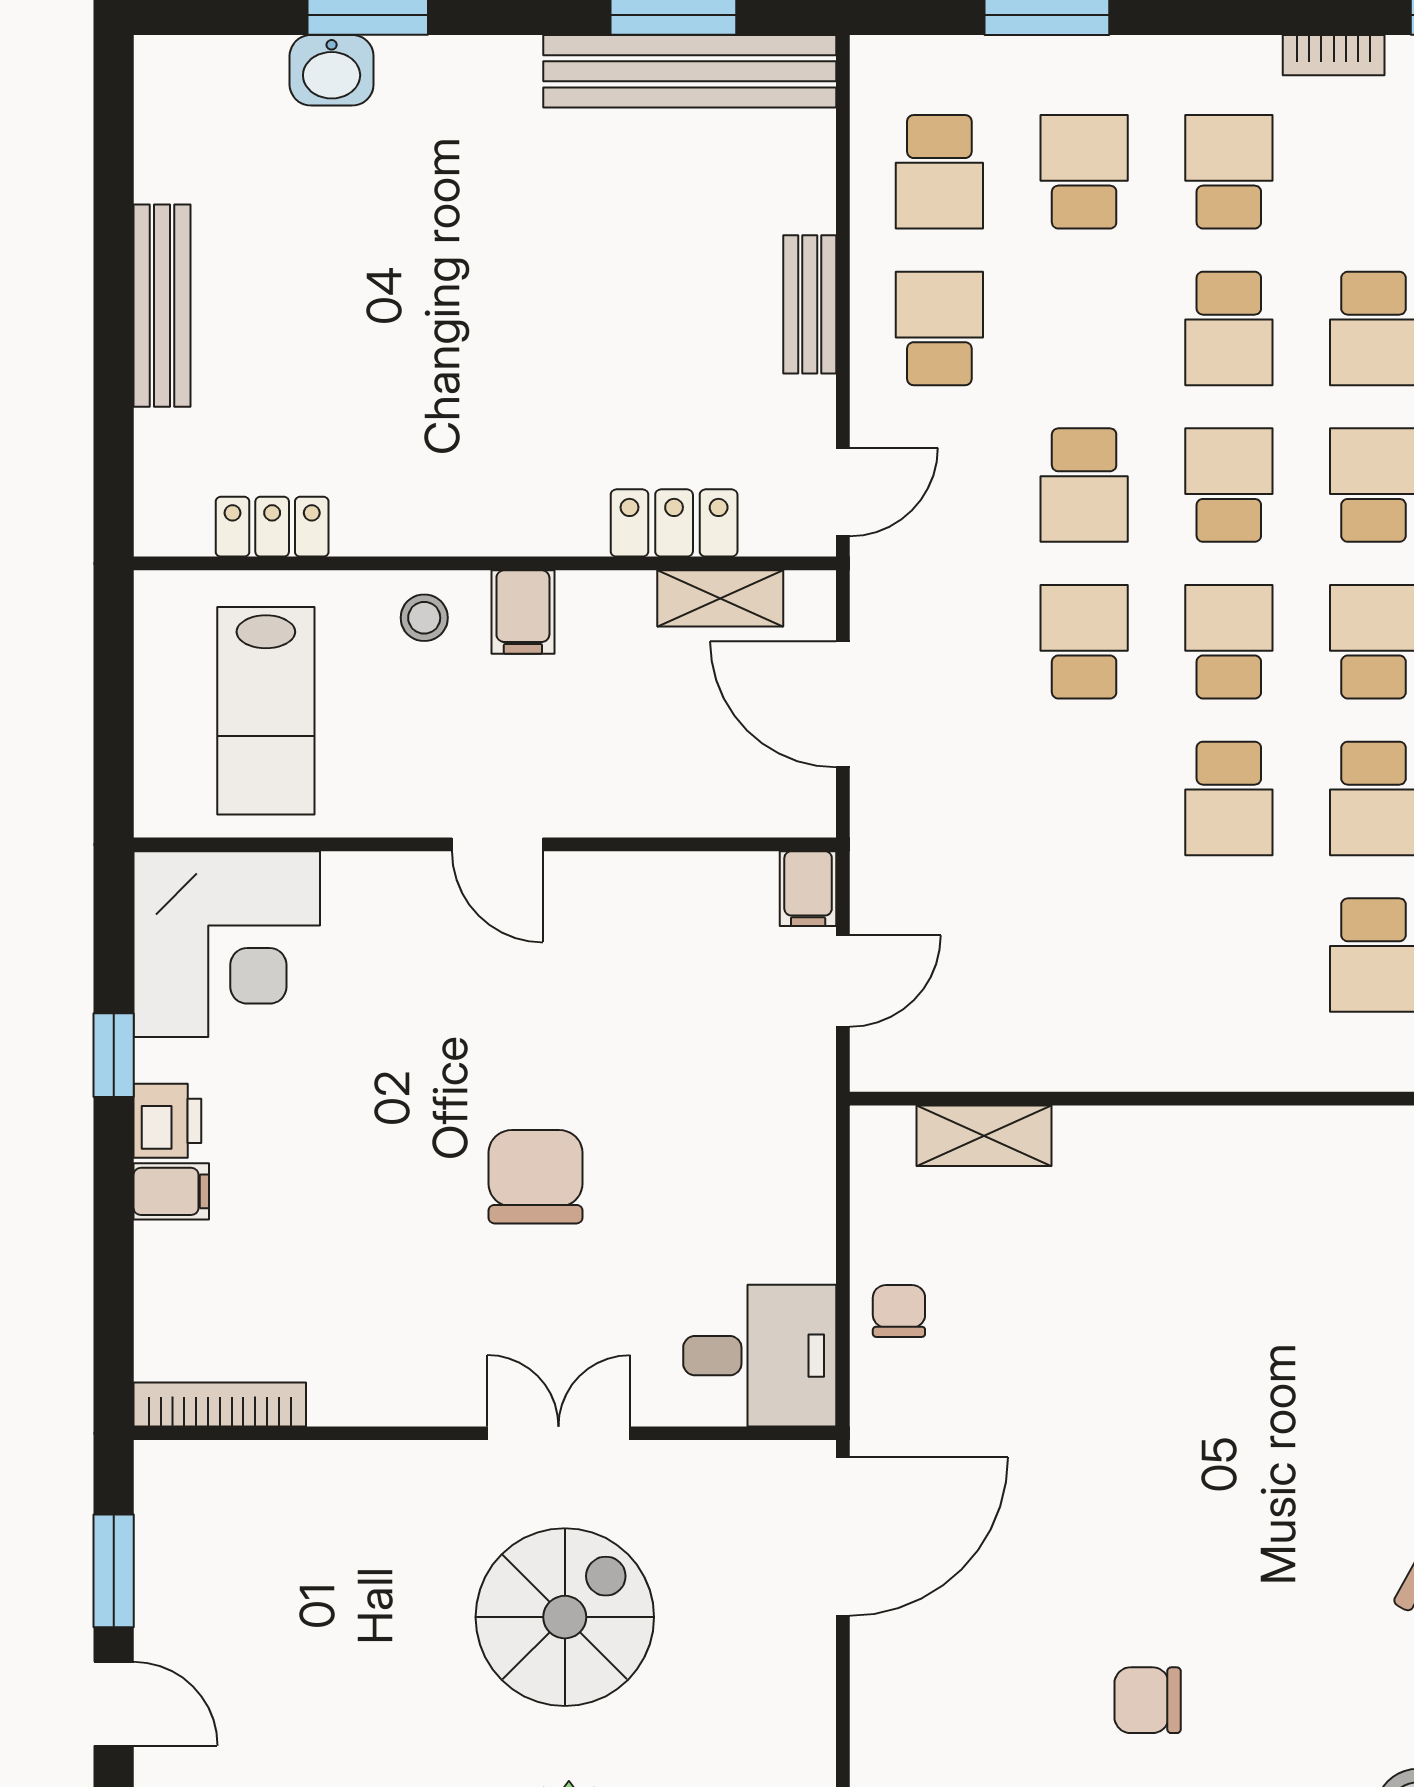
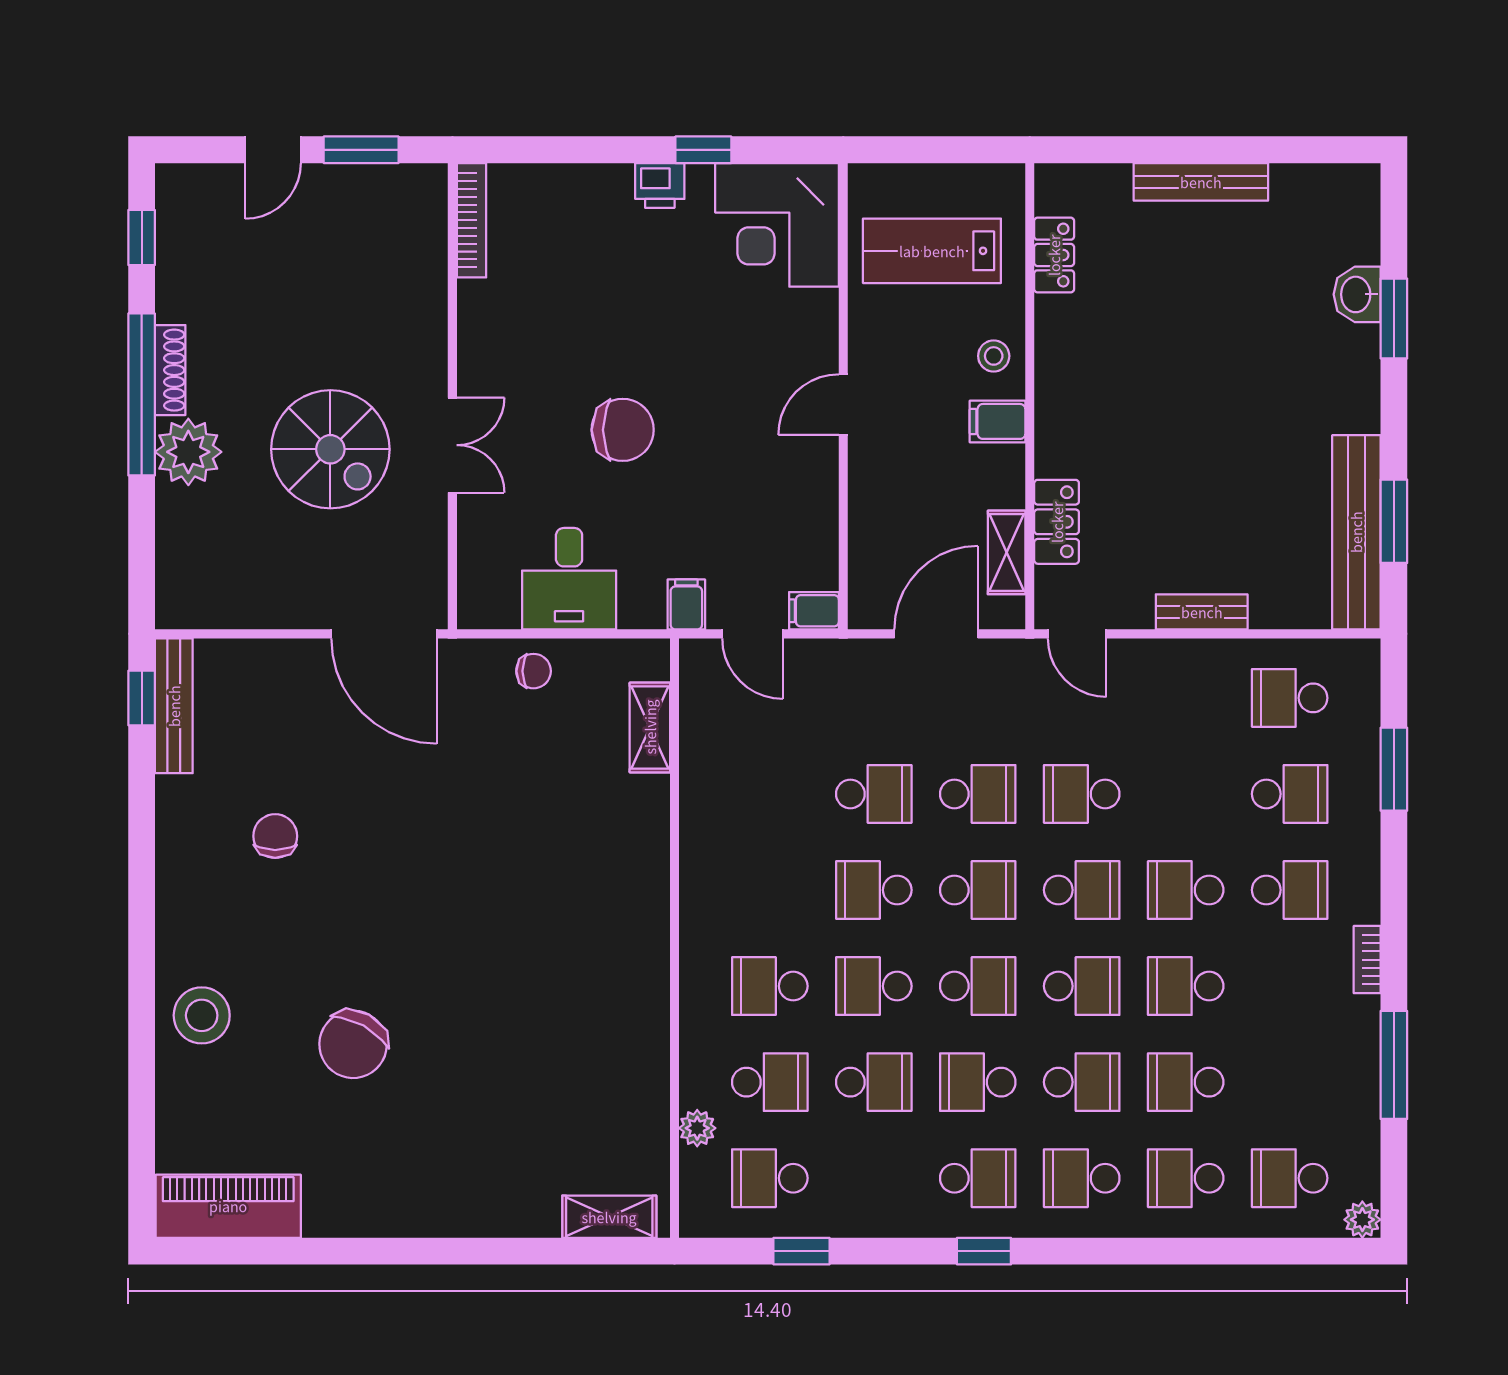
school desk: (939, 328) -> (874, 794), moved
filing cabinet: (171, 1191) -> (686, 604), moved, turned 180
desk: (760, 1356) -> (569, 579), moved

